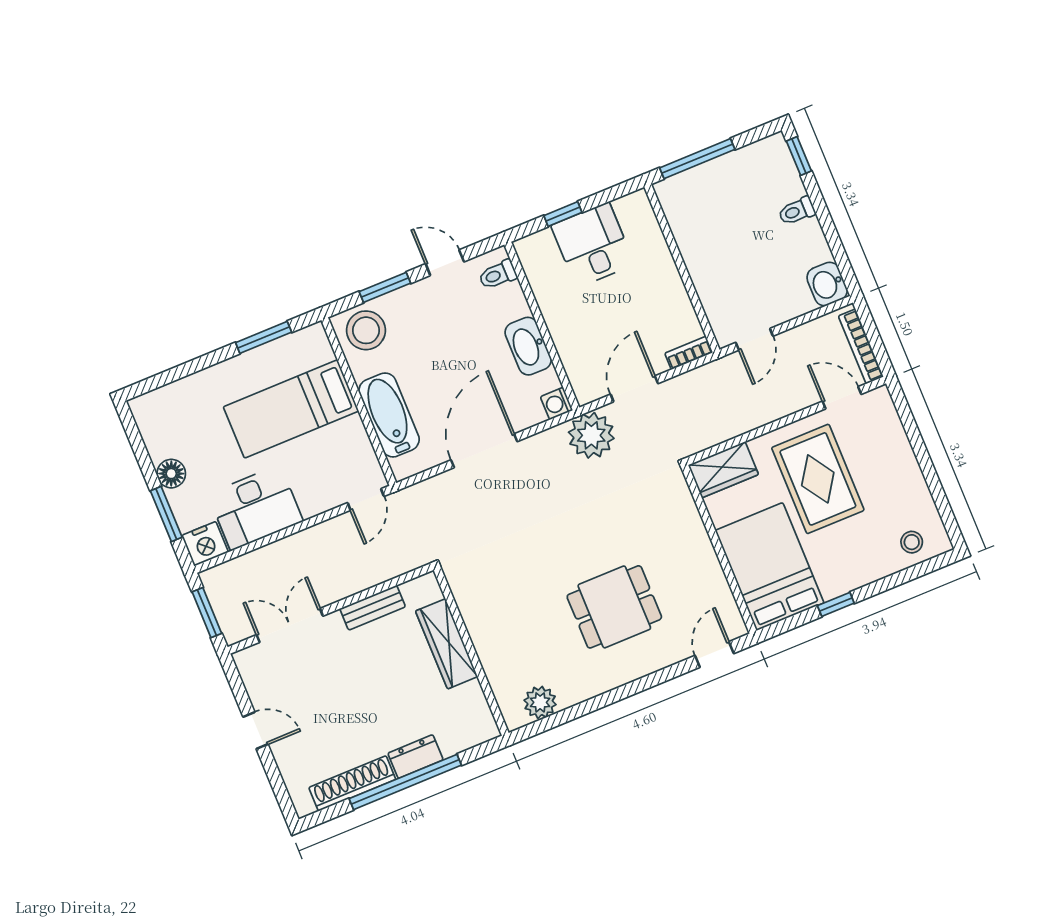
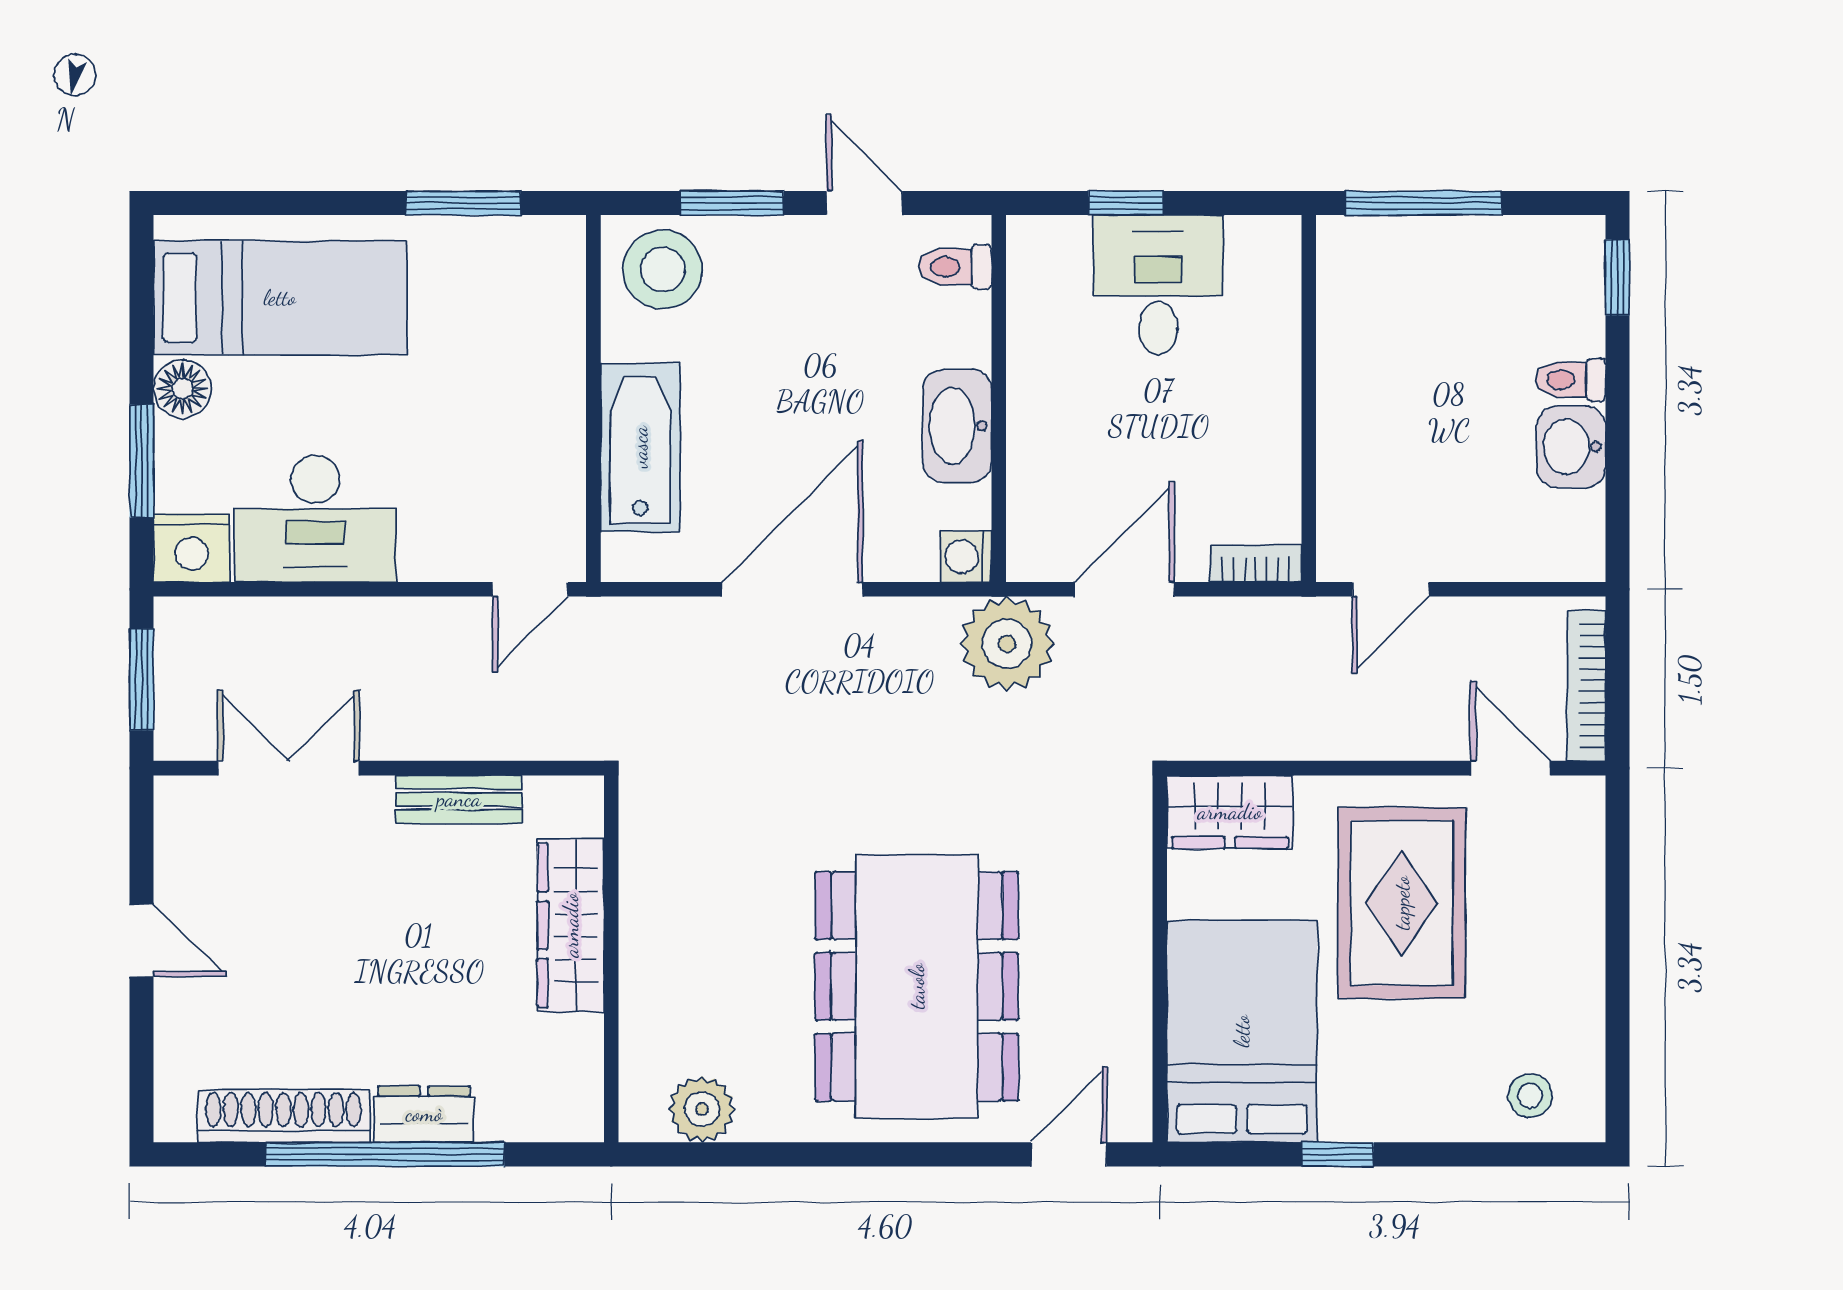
washbasin: (827, 284) -> (1571, 447), moved
bed: (291, 409) -> (280, 298), moved, turned 180
dining table: (614, 607) -> (917, 986), width x1.88, depth x1.24

